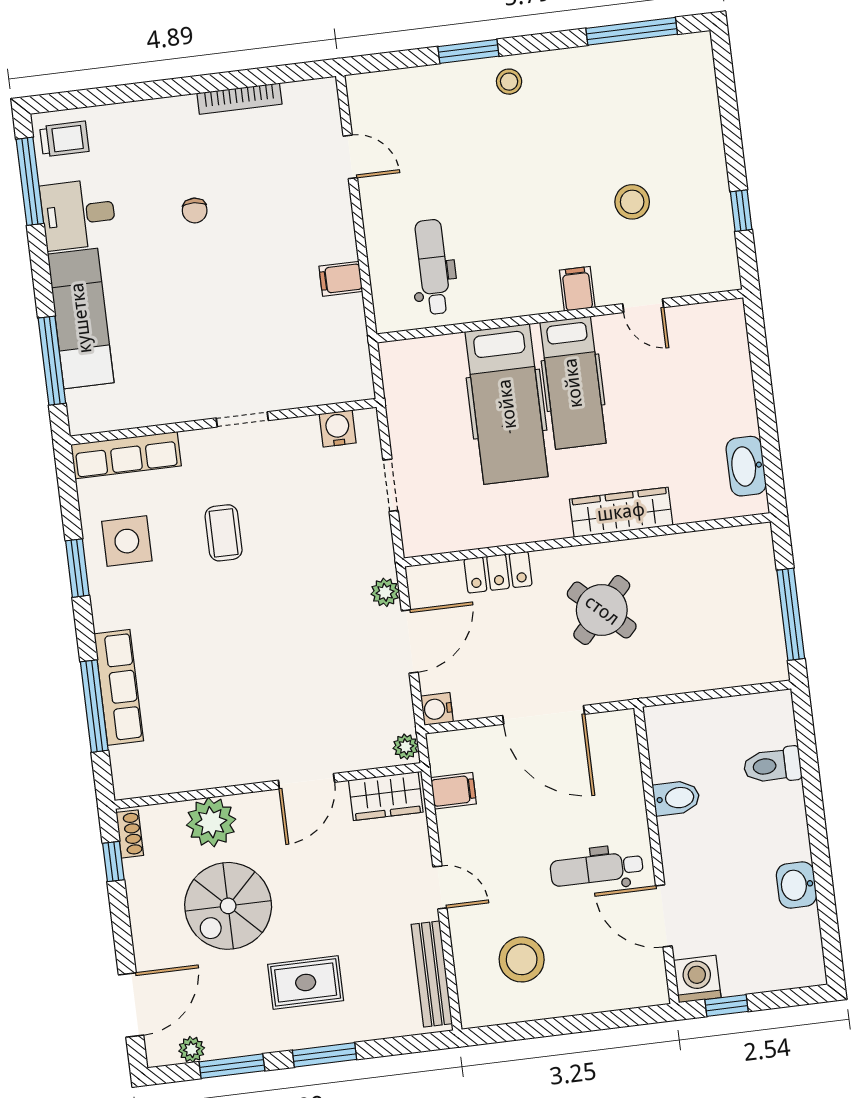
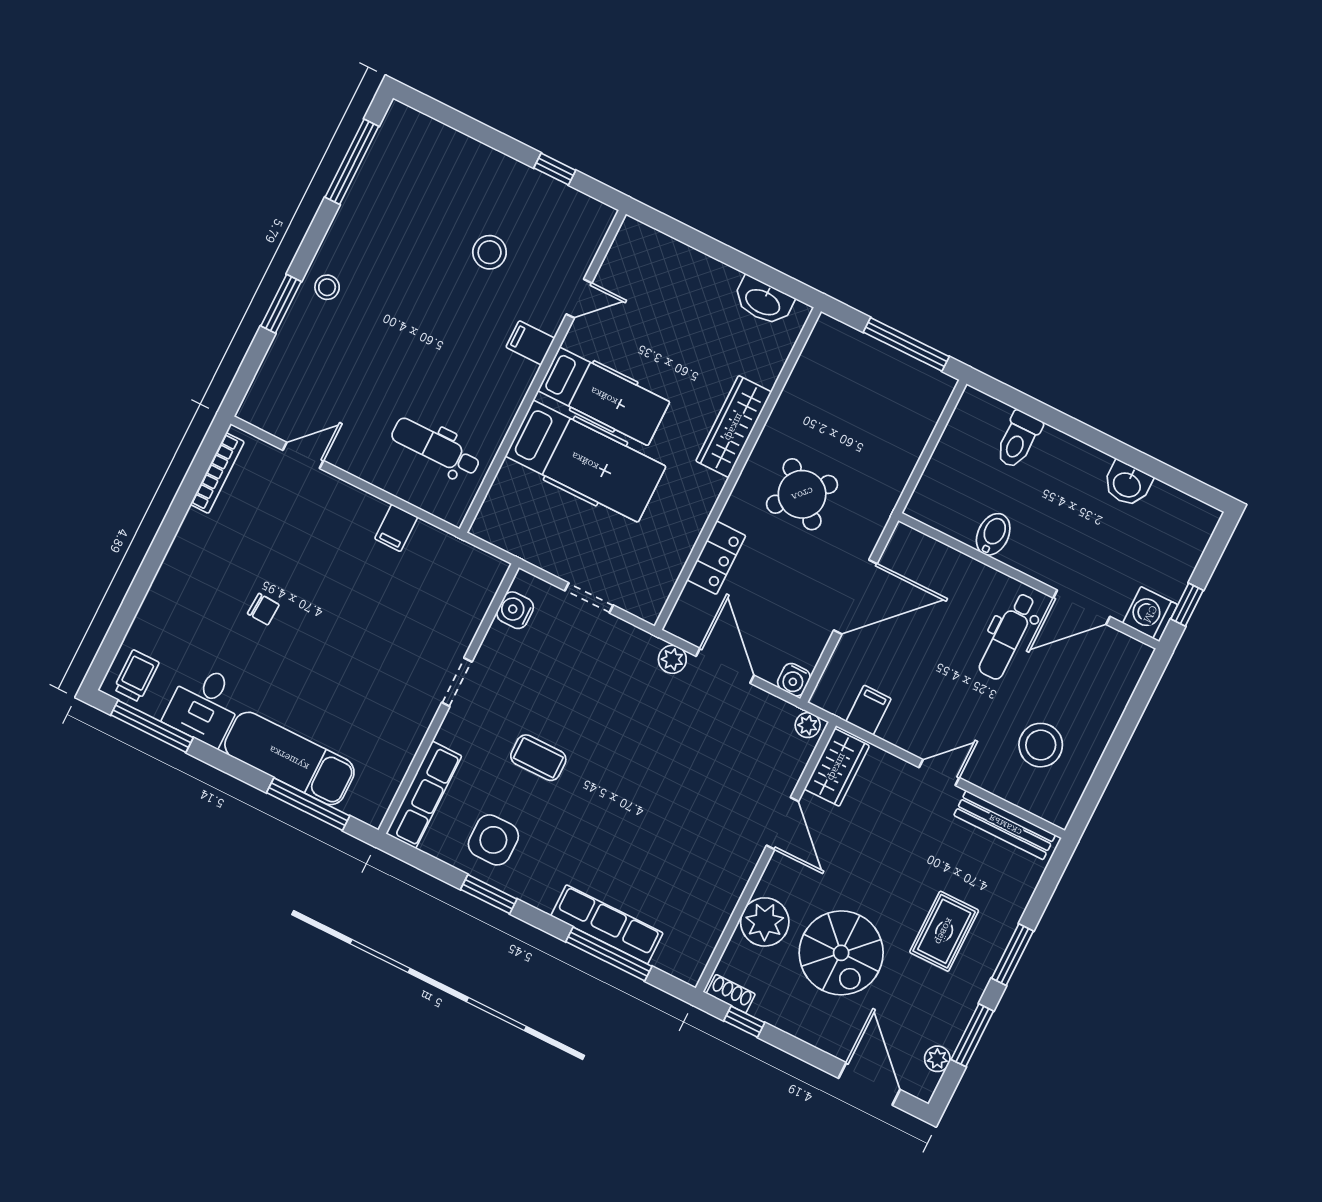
bookcase: (239, 99) -> (217, 473), moved

